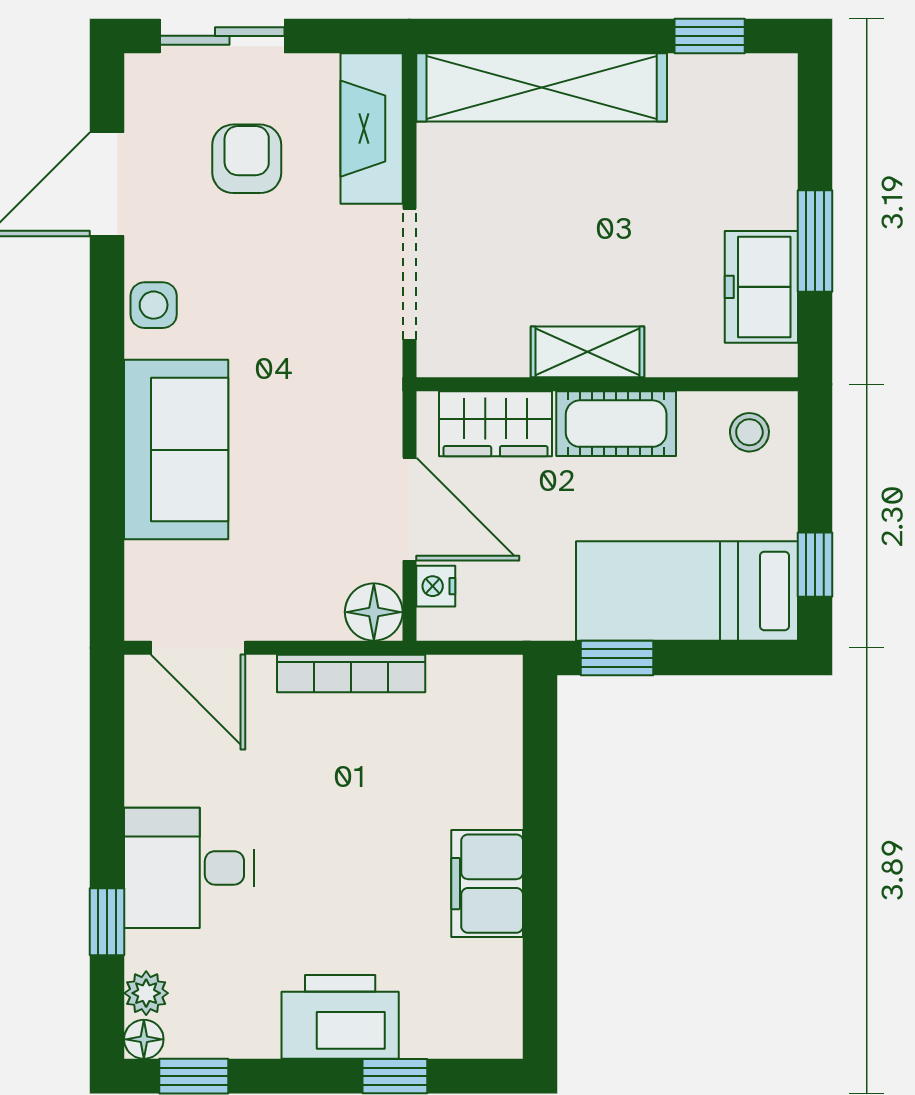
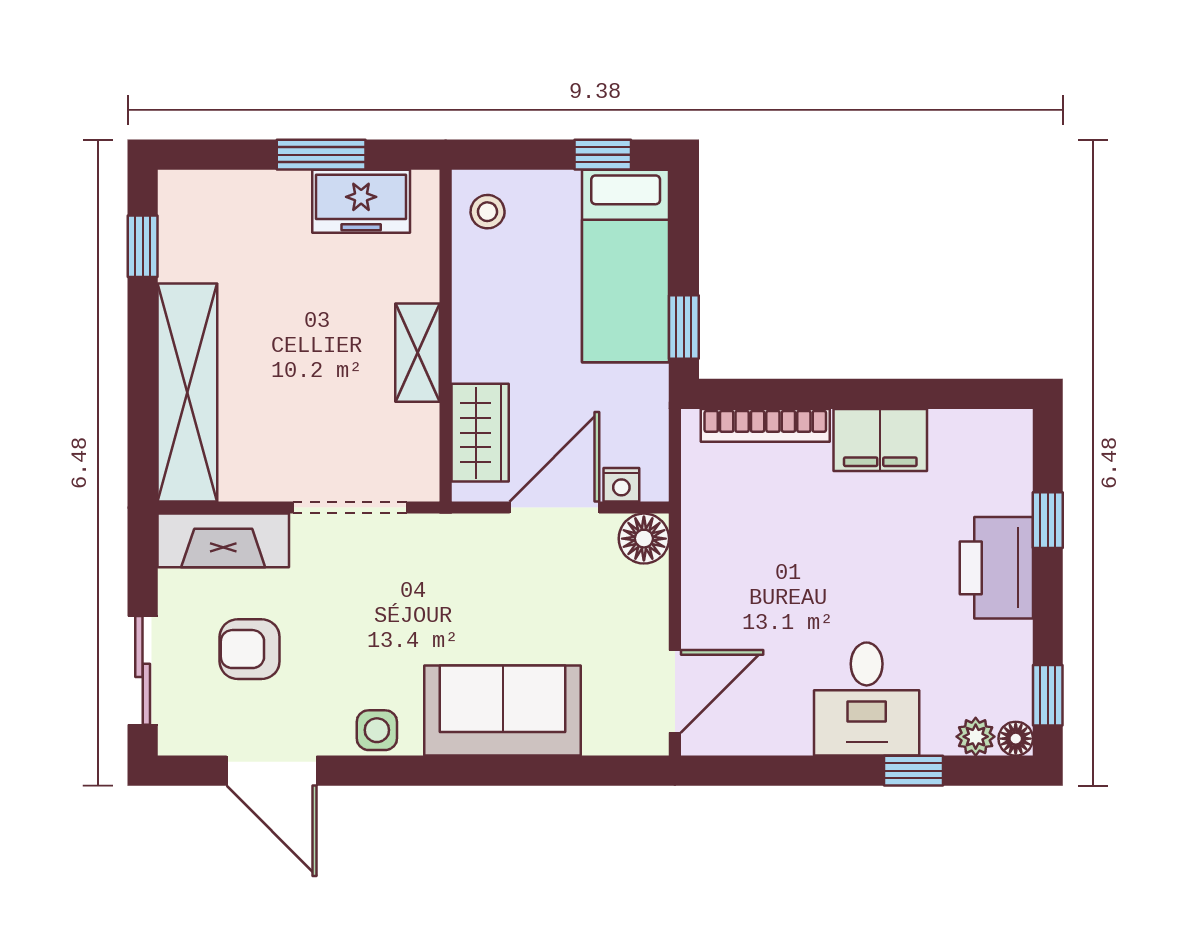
cot: (616, 424) -> (480, 328), removed
bookcase: (351, 673) -> (765, 425), moved, turned 90

